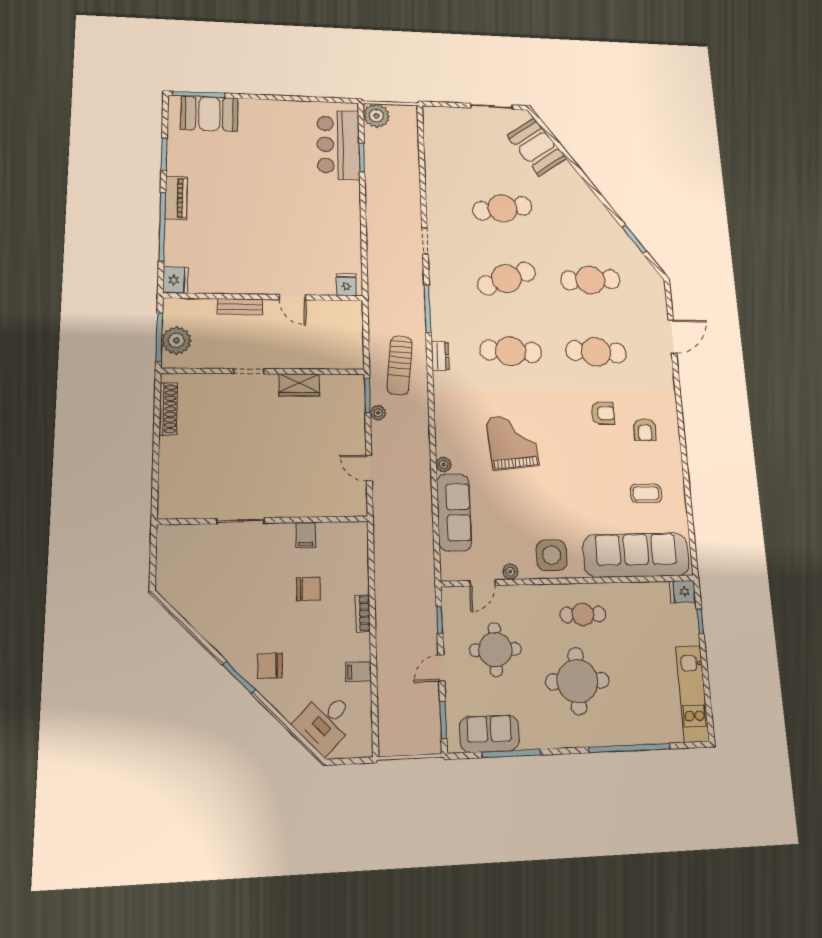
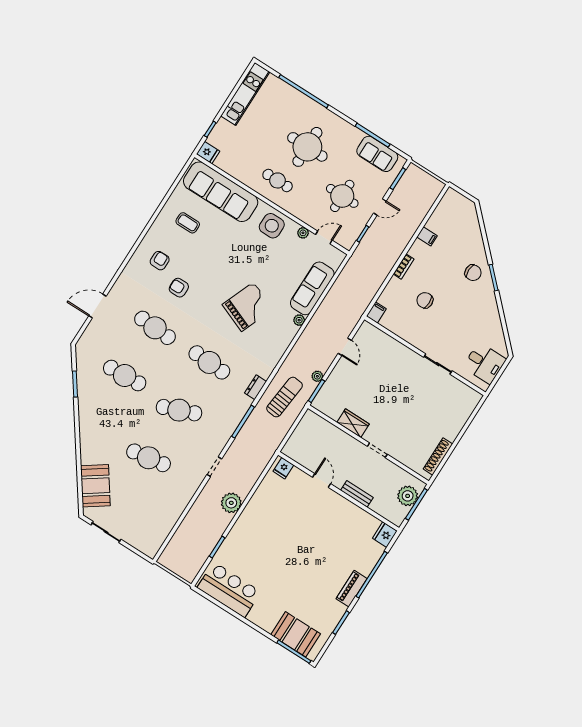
plant: (376, 116) -> (231, 503), moved
bar counter: (338, 145) -> (229, 590), moved, turned -90
grand piano: (513, 441) -> (248, 307), turned -153
filing cabinet: (306, 535) -> (376, 312), moved
desk: (325, 722) -> (484, 363), moved, turned 45

